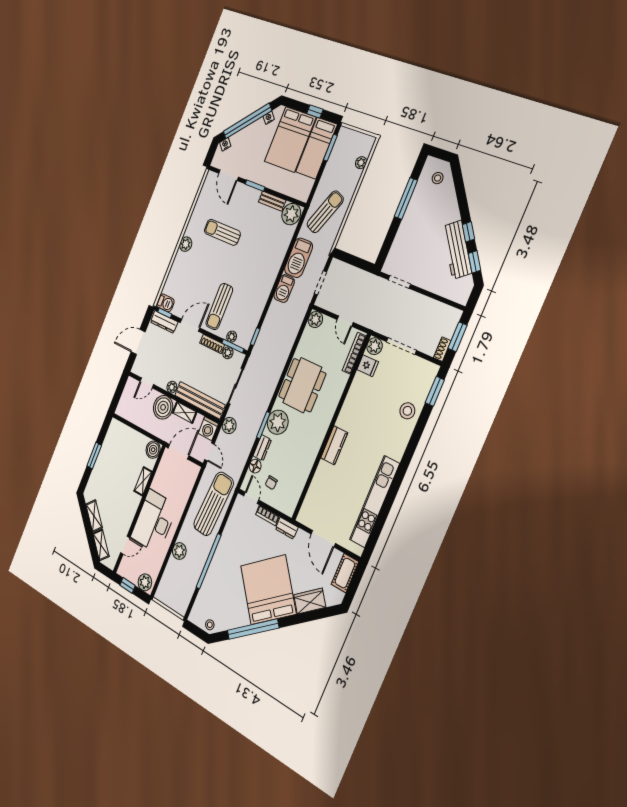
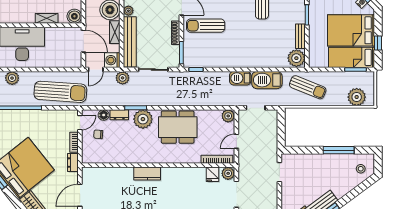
plant: (361, 163) -> (357, 97), width x1.88, depth x1.88
plant: (232, 337) -> (188, 48), removed
plant: (228, 353) -> (175, 51), removed

